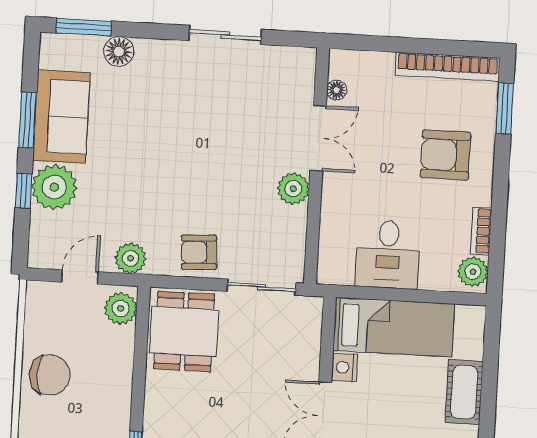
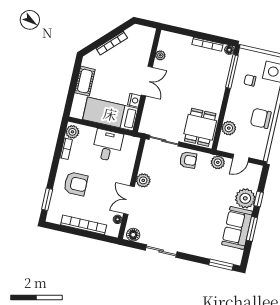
floor lamp: (119, 51) -> (133, 235), moved
bookcase: (448, 67) -> (84, 225), moved
plant: (121, 308) -> (229, 128), moved

